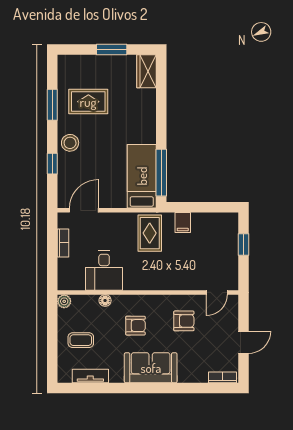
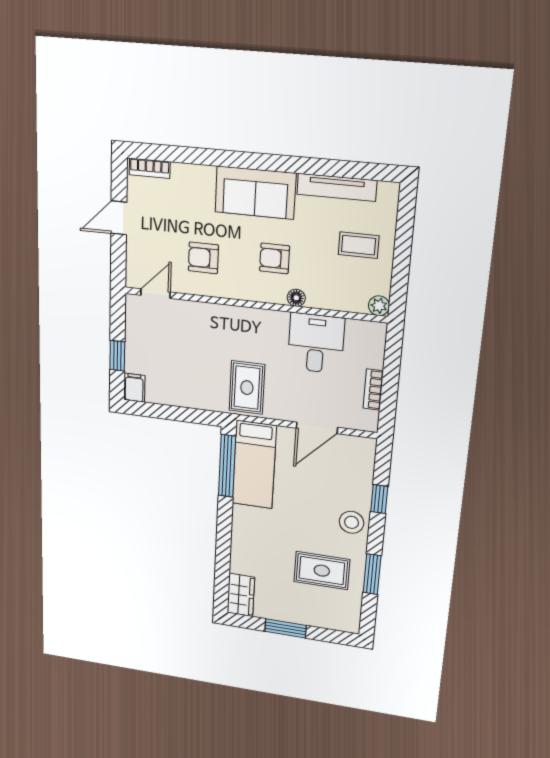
door: (84, 210) -> (317, 428), moved
filing cabinet: (183, 222) -> (134, 388), moved
floor lamp: (105, 301) -> (296, 298), moved
tv unit: (90, 376) -> (337, 187), width x1.41

